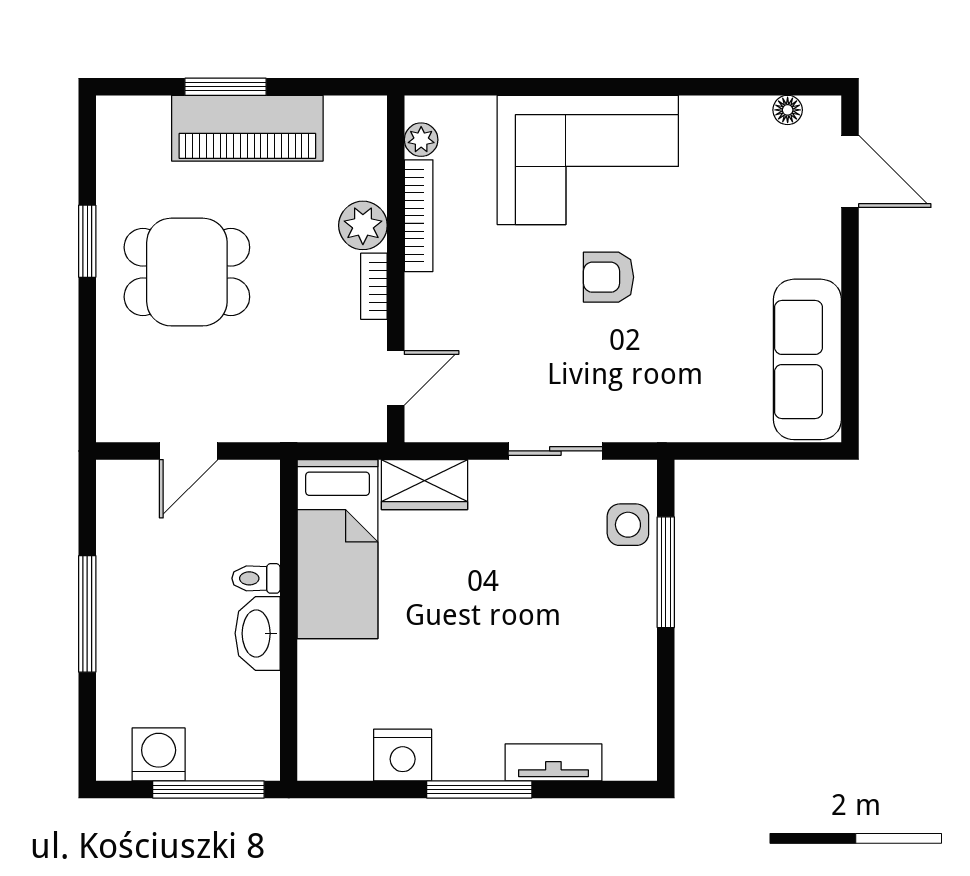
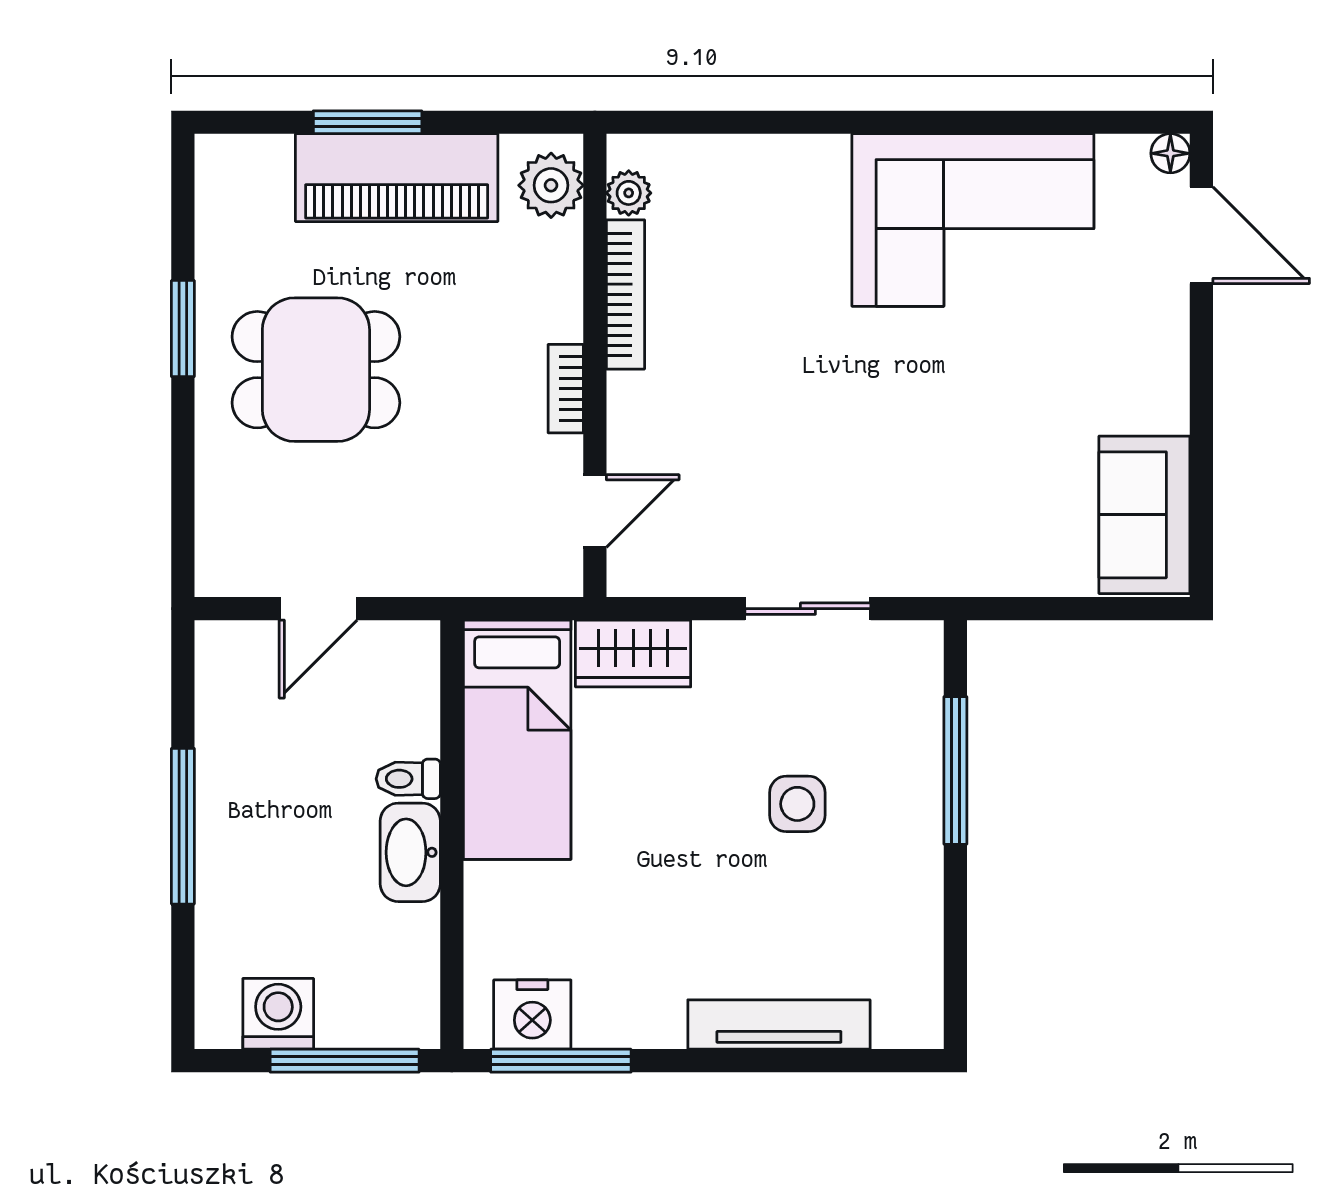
floor lamp: (788, 110) -> (1170, 153), moved
corner sofa: (588, 160) -> (973, 220), moved
plant: (363, 225) -> (551, 185), moved
armchair: (609, 277) -> (879, 377), removed
sofa: (807, 359) -> (1144, 515), width x0.73
side table: (628, 525) -> (797, 804), moved
nightstand: (403, 755) -> (532, 1015), moved
tv unit: (553, 762) -> (779, 1025), width x1.41
window: (479, 790) -> (561, 1061), moved

